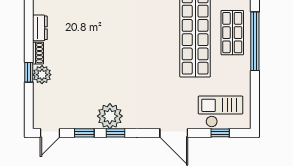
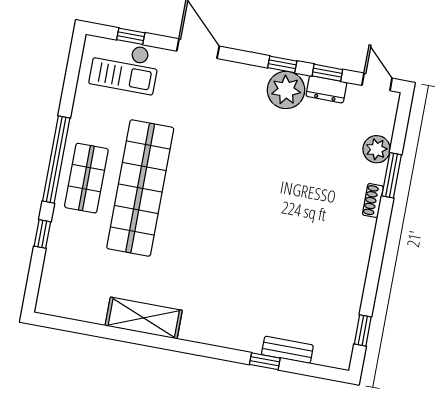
dresser: (40, 28) -> (326, 89), moved, turned -90
window: (29, 72) -> (392, 175), width x1.50
plant: (42, 75) -> (377, 149), moved
door: (50, 133) -> (377, 82), hinge flipped

